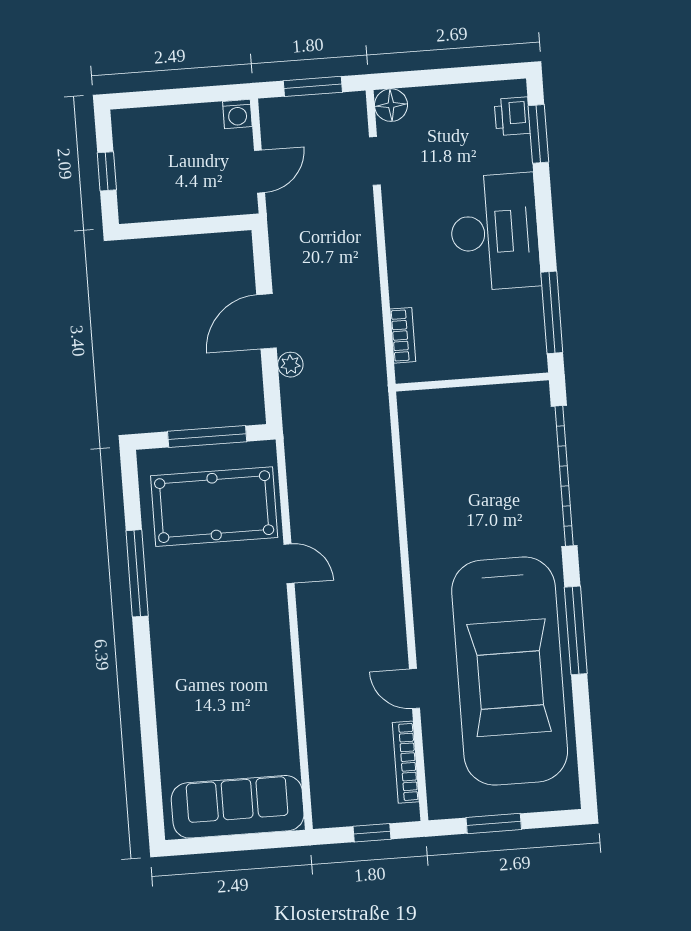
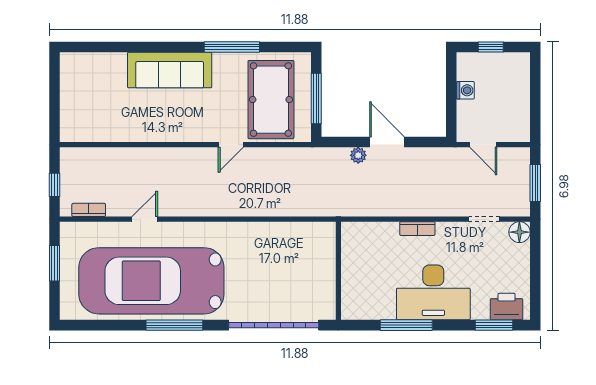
washing machine: (237, 114) -> (465, 90), moved, turned 180
printer: (512, 116) -> (506, 307), width x1.36, depth x1.24
window: (552, 312) -> (406, 325), moved
bookcase: (403, 335) -> (417, 229), moved
bookcase: (406, 762) -> (89, 210), width x0.64
sofa: (238, 807) -> (170, 70), moved, turned 90

